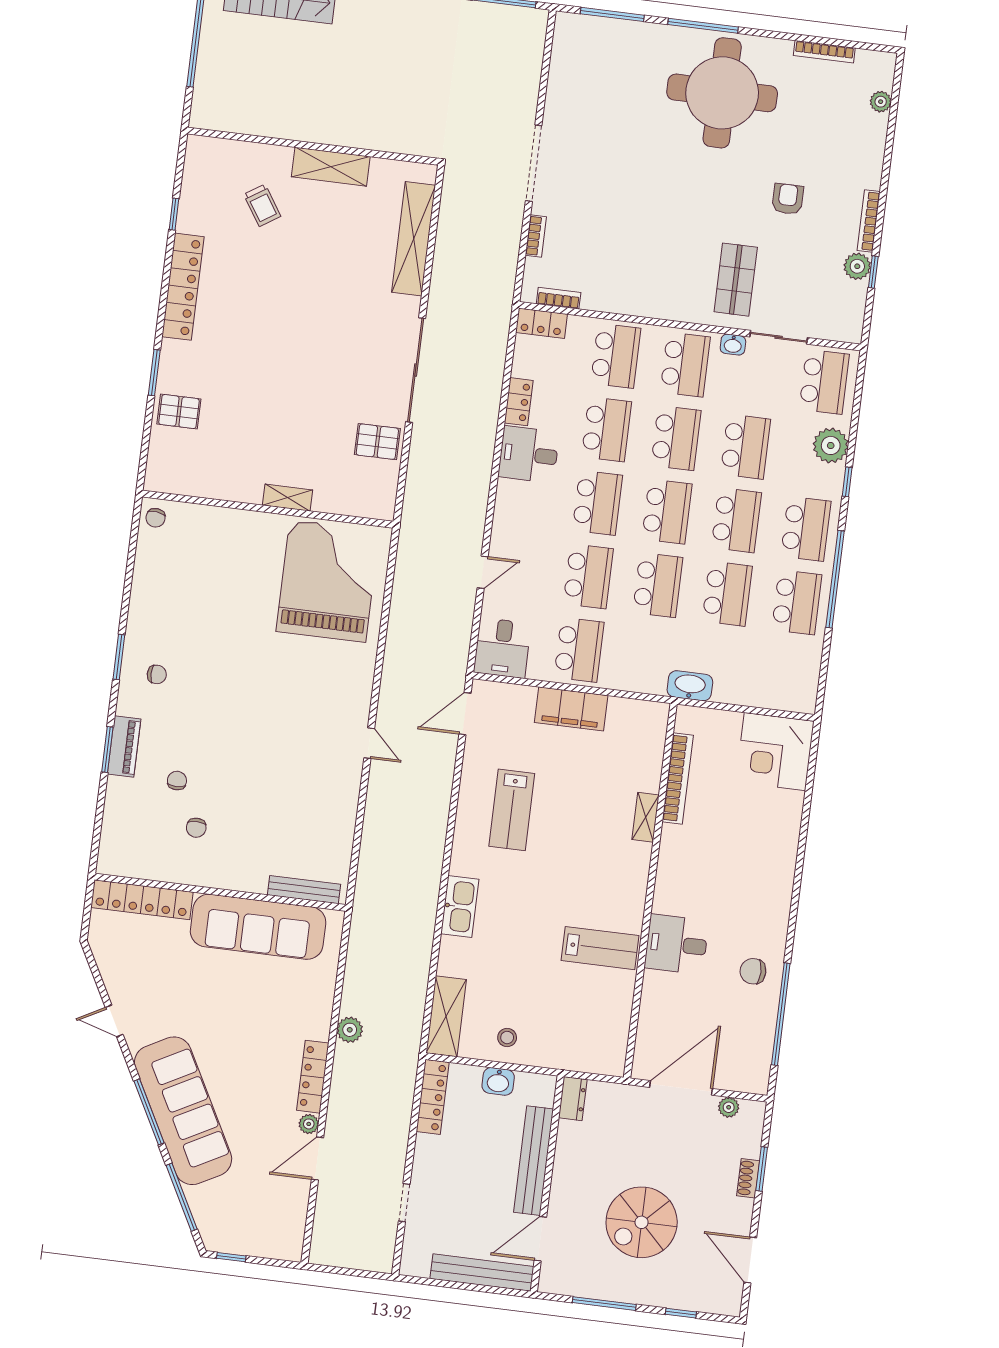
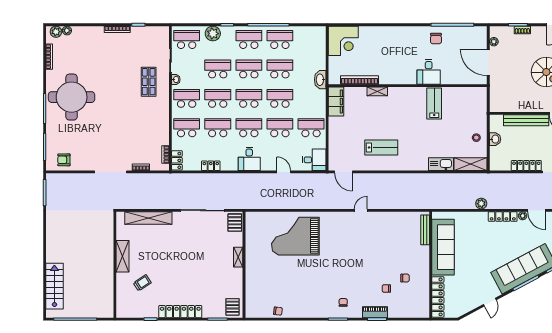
armchair: (788, 199) -> (64, 160), moved
plant: (857, 266) -> (56, 32), moved
shop shelf: (736, 280) -> (149, 82), turned 90
desk: (529, 454) -> (249, 159), moved
shelving: (287, 498) -> (238, 257), moved
wall: (268, 509) -> (244, 265), moved
filing cabinet: (571, 709) -> (336, 101), moved
kitchen sink: (460, 907) -> (441, 164), moved
locker: (433, 1097) -> (526, 166), moved
dresser: (573, 1099) -> (498, 107), removed

